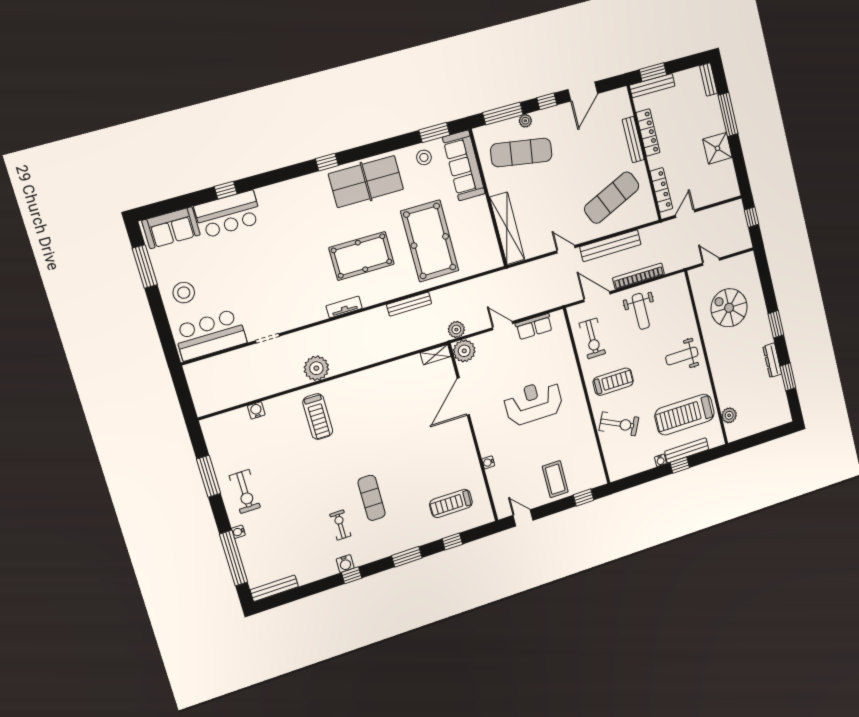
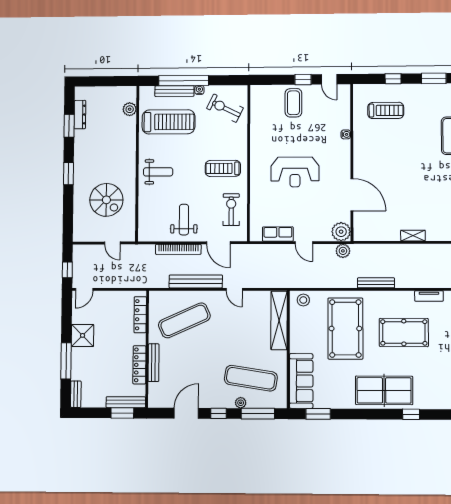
stool: (424, 157) -> (303, 300), moved
door: (685, 214) -> (84, 289), moved
shelving: (436, 355) -> (413, 236), moved
dresser: (772, 360) -> (80, 115), moved
door: (463, 397) -> (352, 195), hinge flipped
exercise bike: (619, 424) -> (225, 108), moved
window: (680, 465) -> (184, 81), width x3.17
window: (584, 497) -> (303, 80), moved

